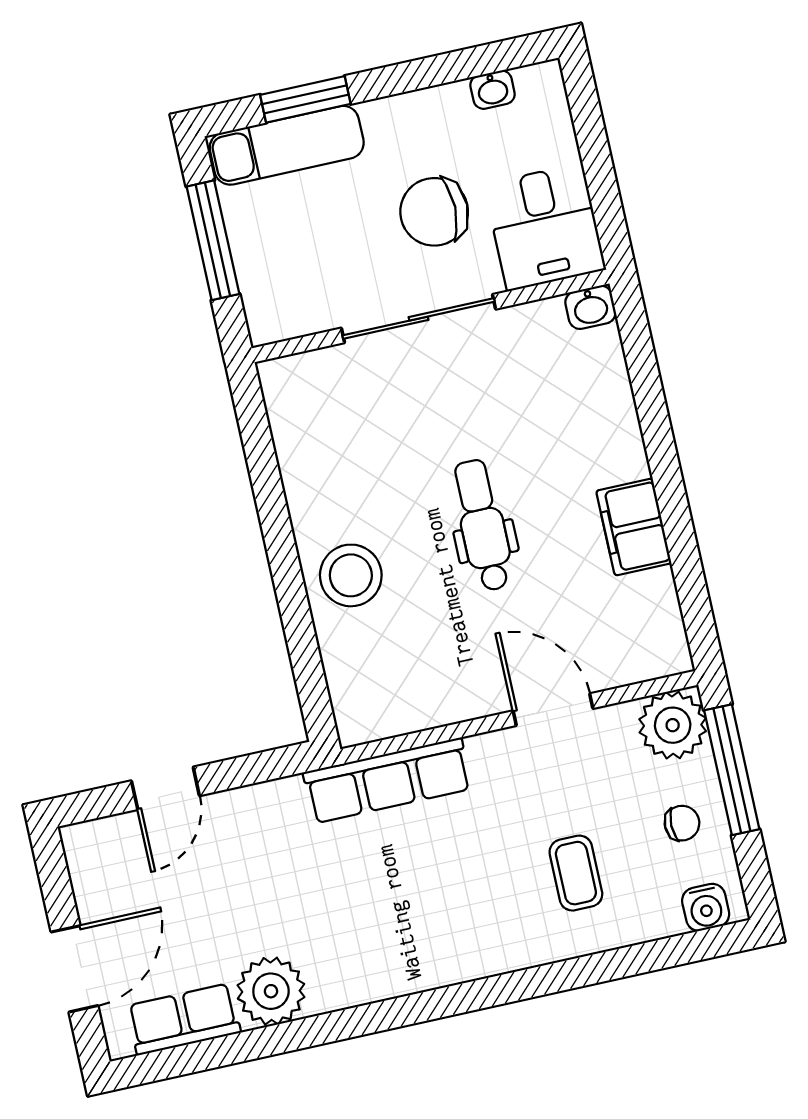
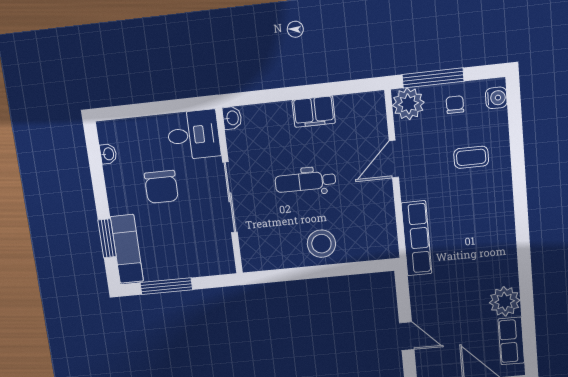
desk: (545, 227) -> (193, 135), moved
washbasin: (590, 307) -> (232, 118), moved
wall: (430, 316) -> (229, 192), moved
sliding door: (418, 319) -> (230, 197), moved

